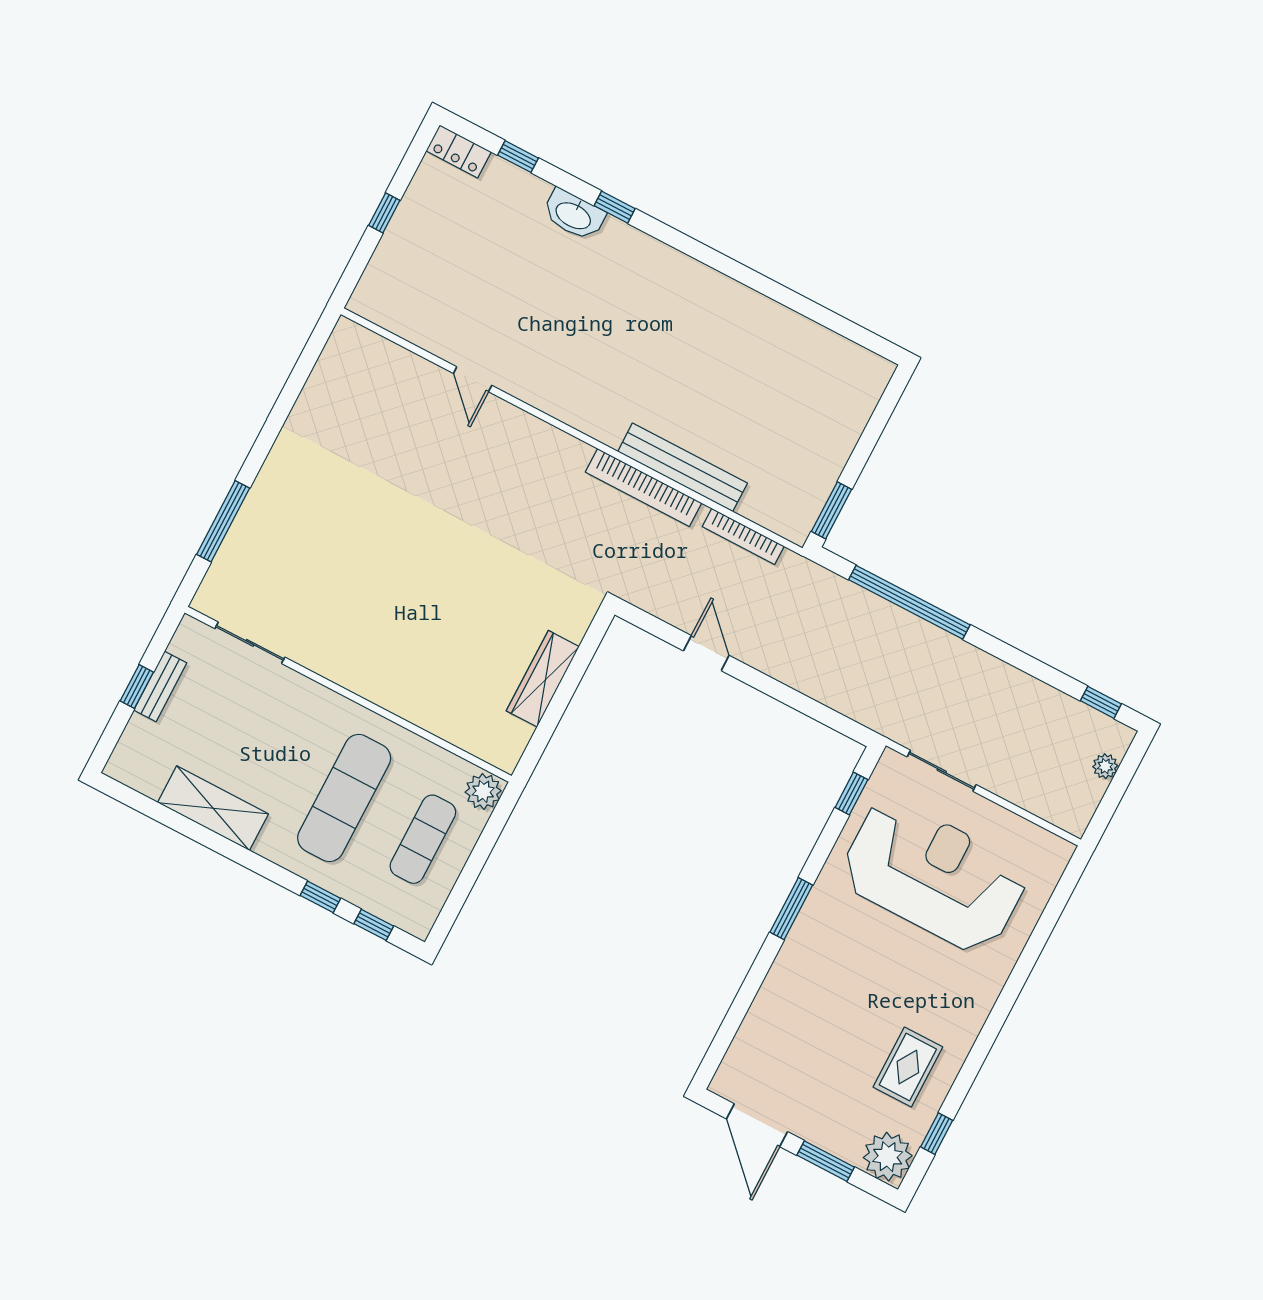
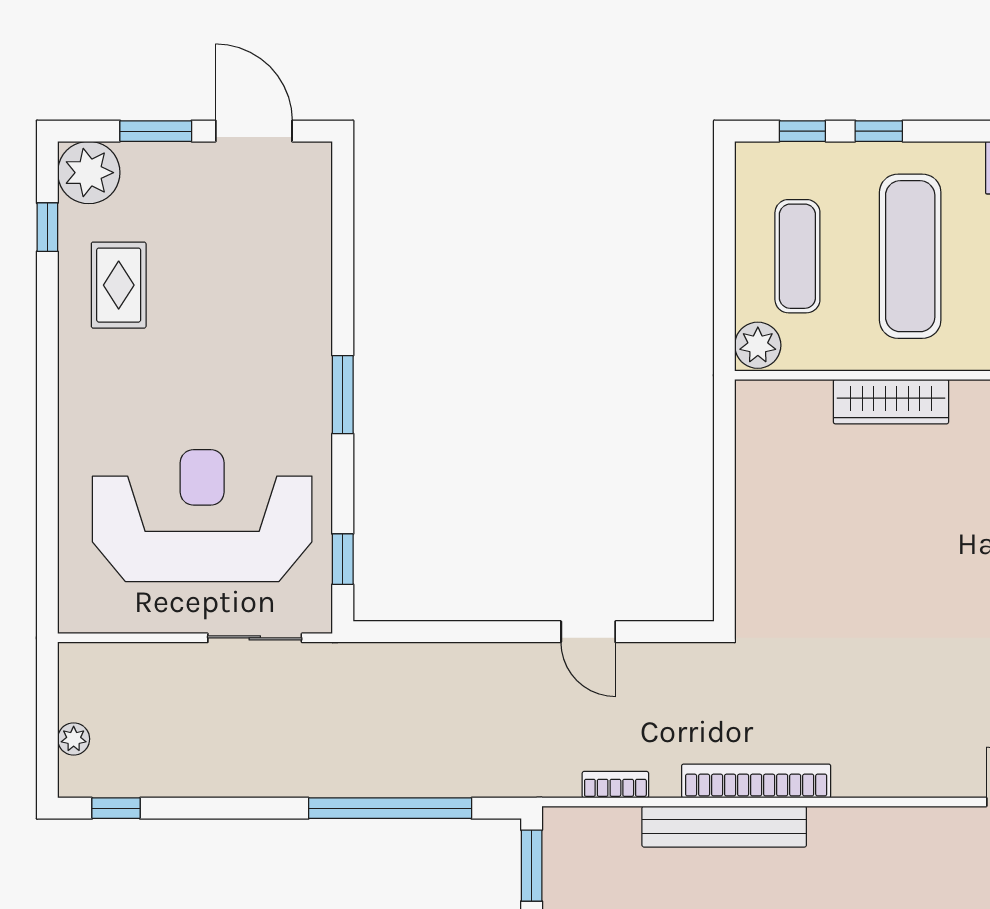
bookcase: (743, 536) -> (615, 785), width x0.64
wardrobe: (543, 679) -> (891, 402), moved, turned 90
reception desk: (934, 875) -> (202, 516), turned 180

